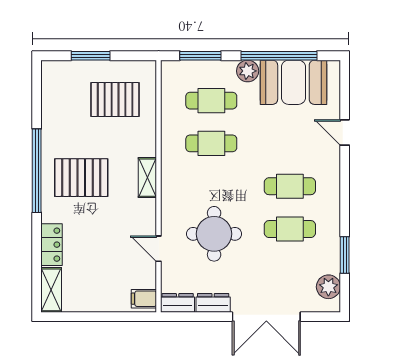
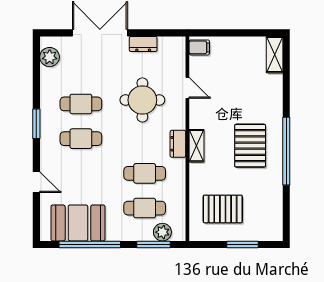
plant: (248, 71) -> (162, 232), moved
pallet: (81, 178) -> (250, 146), turned 90
locker: (52, 245) -> (274, 91), removed
window: (345, 255) -> (36, 124), moved
dresser: (178, 303) -> (178, 144), moved, turned 90

